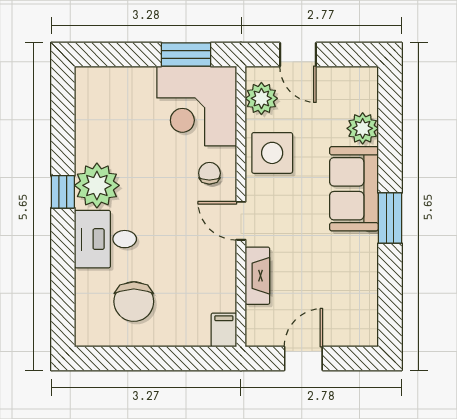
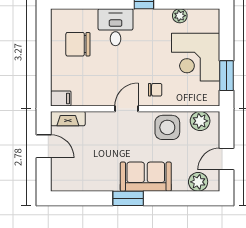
door: (298, 55) -> (227, 159), moved
corner desk: (197, 106) -> (196, 57), moved, turned -90
plant: (363, 128) -> (198, 182), moved
plant: (97, 185) -> (180, 16), moved, width x0.53, depth x0.53
fireplace: (257, 276) -> (68, 119), moved

